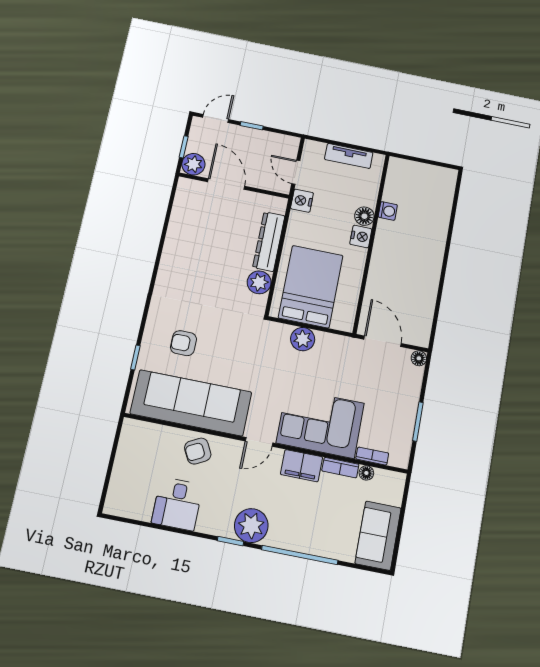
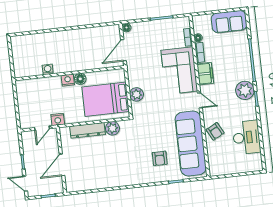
tv unit: (349, 156) -> (22, 101), removed
plant: (193, 164) -> (57, 187), removed
floor lamp: (364, 216) -> (80, 79), moved
desk: (177, 504) -> (247, 137), width x1.37

